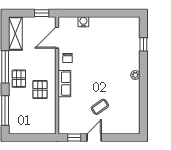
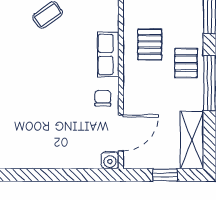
window: (42, 13) -> (165, 175), moved
water cooler: (83, 22) -> (110, 160), moved

